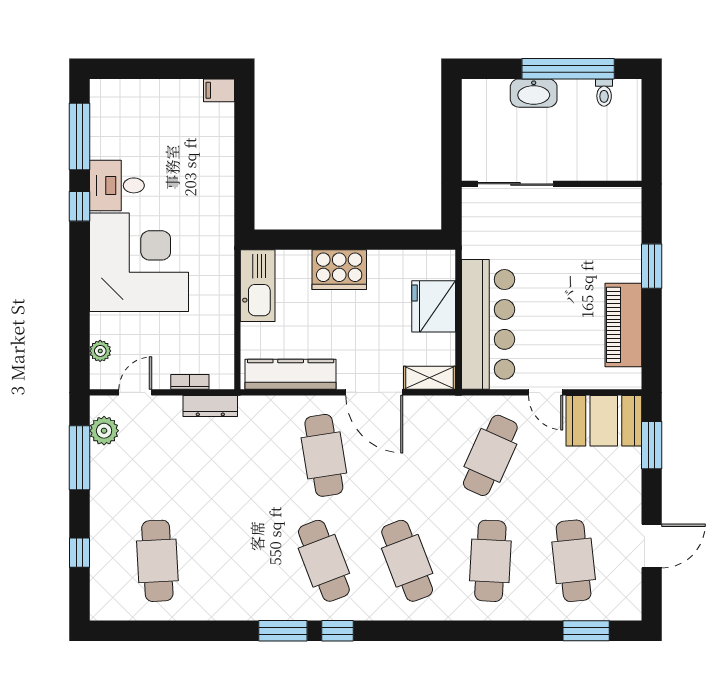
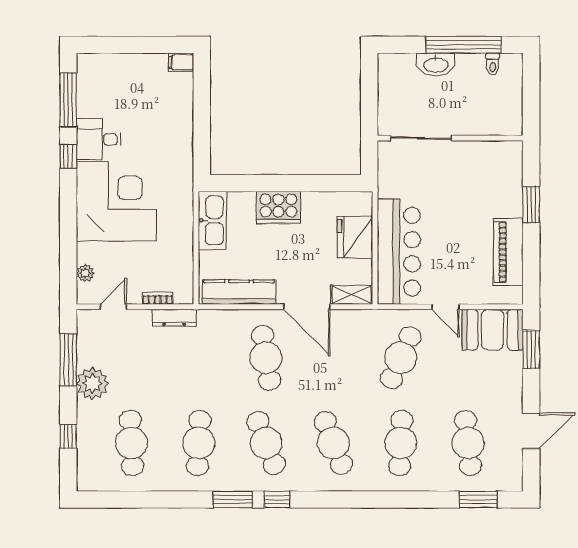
plant: (104, 431) -> (92, 383), moved, width x1.36, depth x1.36
cafe table: (241, 561) -> (199, 443), added

